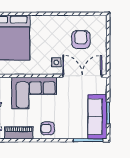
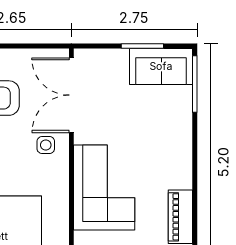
sofa: (97, 117) -> (161, 66), width x0.73
armchair: (48, 128) -> (172, 162), removed

